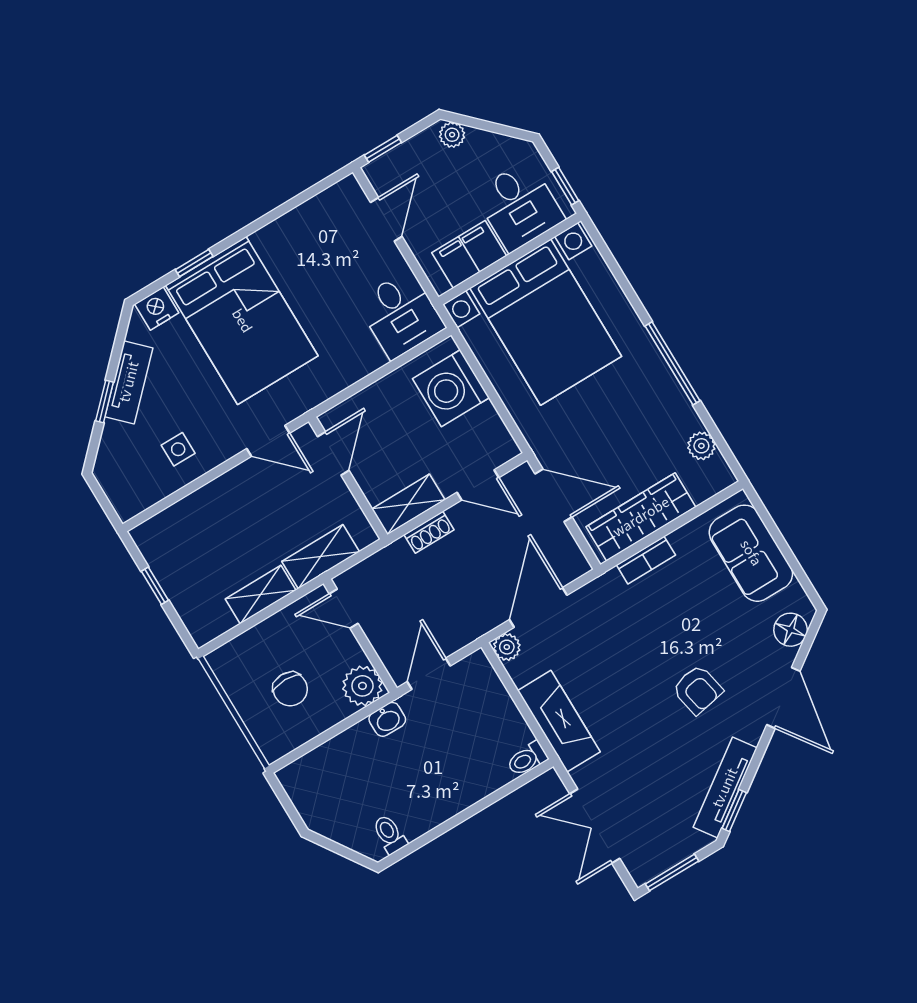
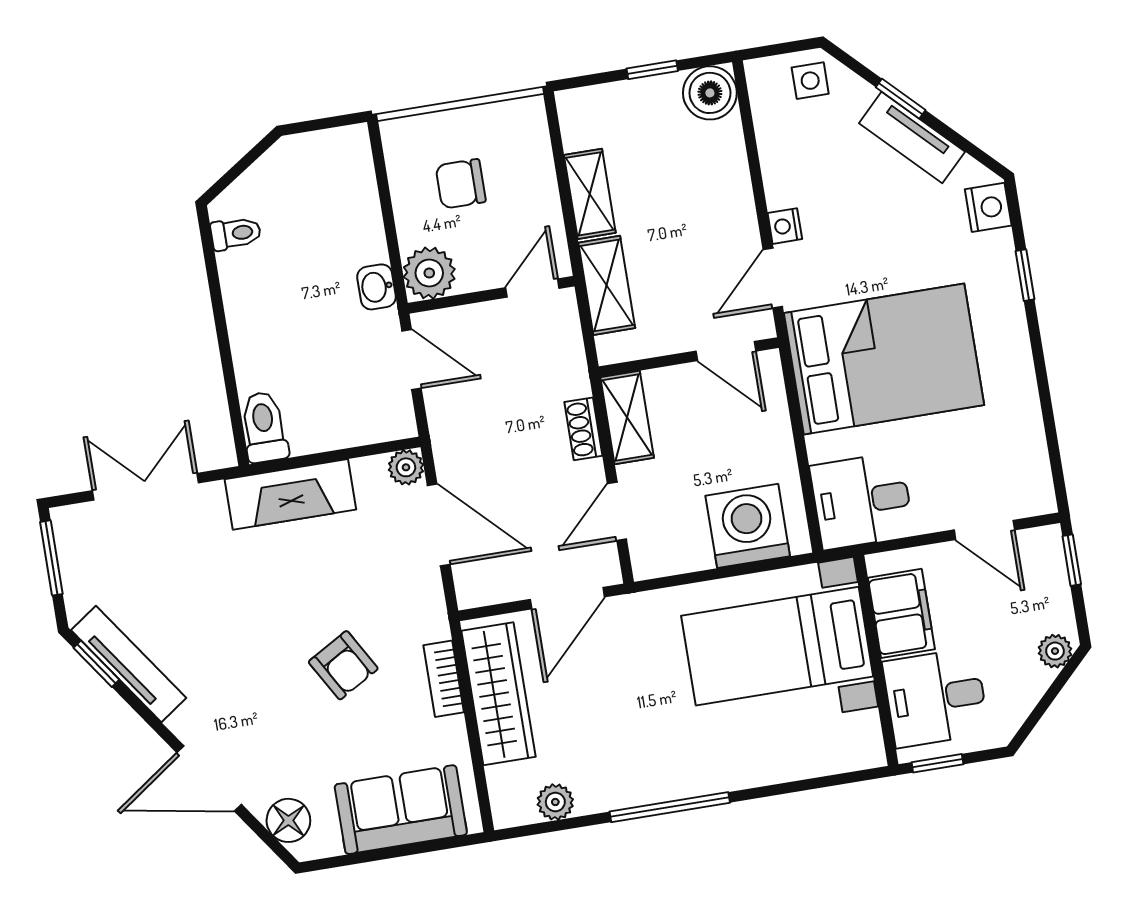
bed: (242, 321) -> (884, 359), moved, turned 180
bed with nightstands: (546, 322) -> (777, 646), width x0.73
nightstand: (228, 447) -> (785, 226), added
side table: (178, 449) -> (810, 81), moved
boiler: (155, 538) -> (710, 93), added
armchair: (698, 690) -> (343, 665), moved, turned -109
toilet: (527, 759) -> (264, 427), width x1.37, depth x1.39

